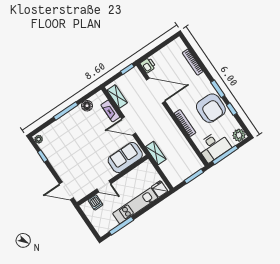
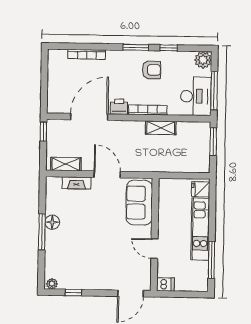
printer: (148, 65) -> (119, 107), moved
floor lamp: (87, 106) -> (52, 222), moved
armchair: (211, 108) -> (151, 70), width x0.53, depth x0.53
door: (129, 126) -> (107, 174), swing flipped
shelving: (156, 153) -> (161, 128), moved
door: (104, 186) -> (154, 249), swing flipped
dishwasher: (95, 202) -> (165, 284), moved

